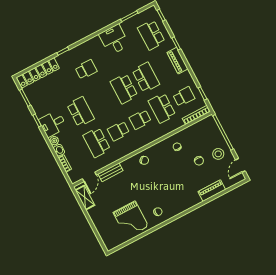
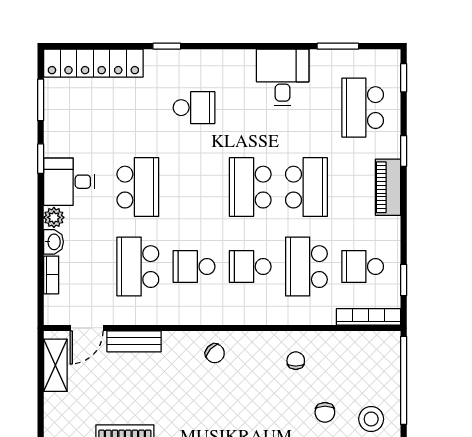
school desk: (184, 97) -> (363, 267), turned 180

